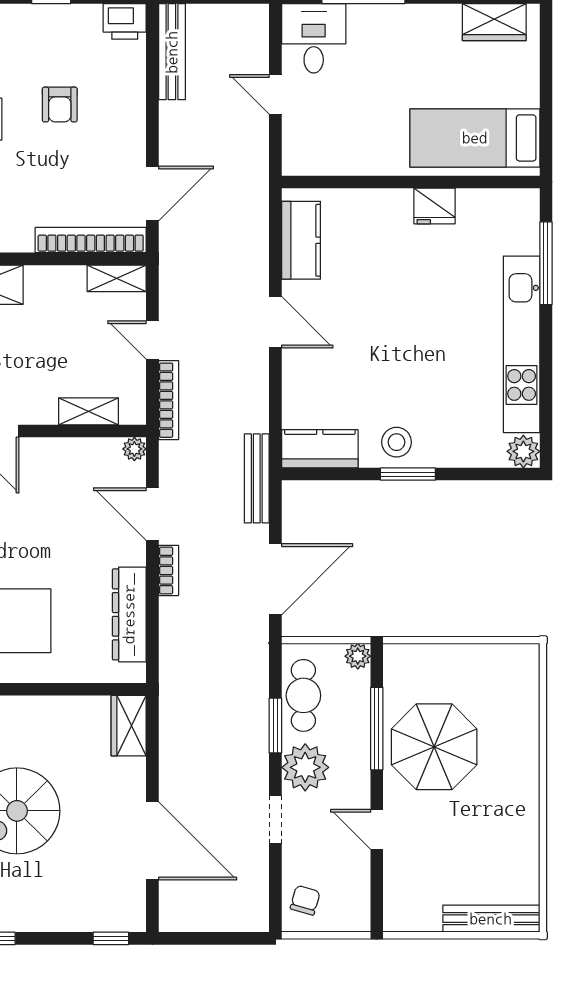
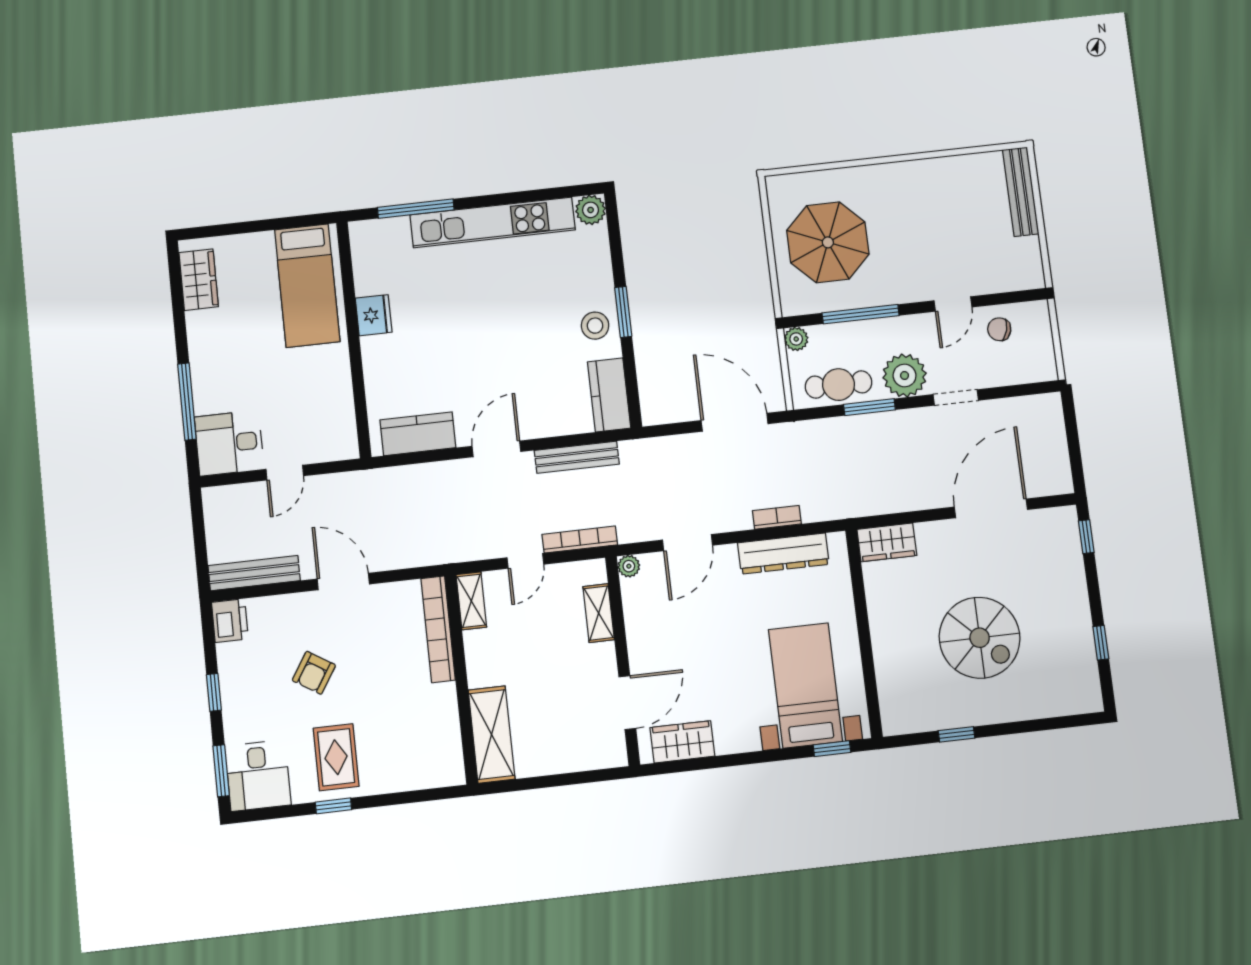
armchair: (60, 105) -> (314, 673), turned 122
door: (152, 194) -> (343, 582), moved
bench: (257, 478) -> (577, 457), moved
bookcase: (169, 570) -> (777, 517), moved
parasol: (434, 747) -> (828, 242), moved
chair: (305, 900) -> (999, 329), moved

